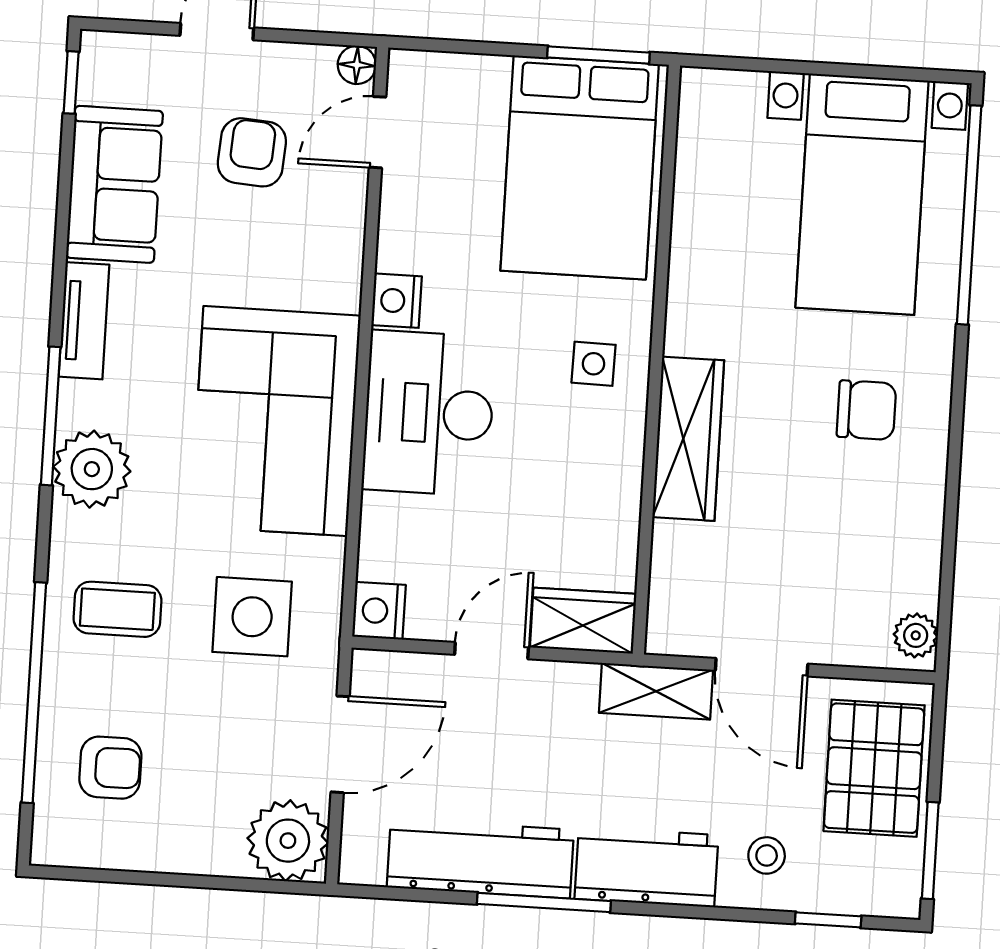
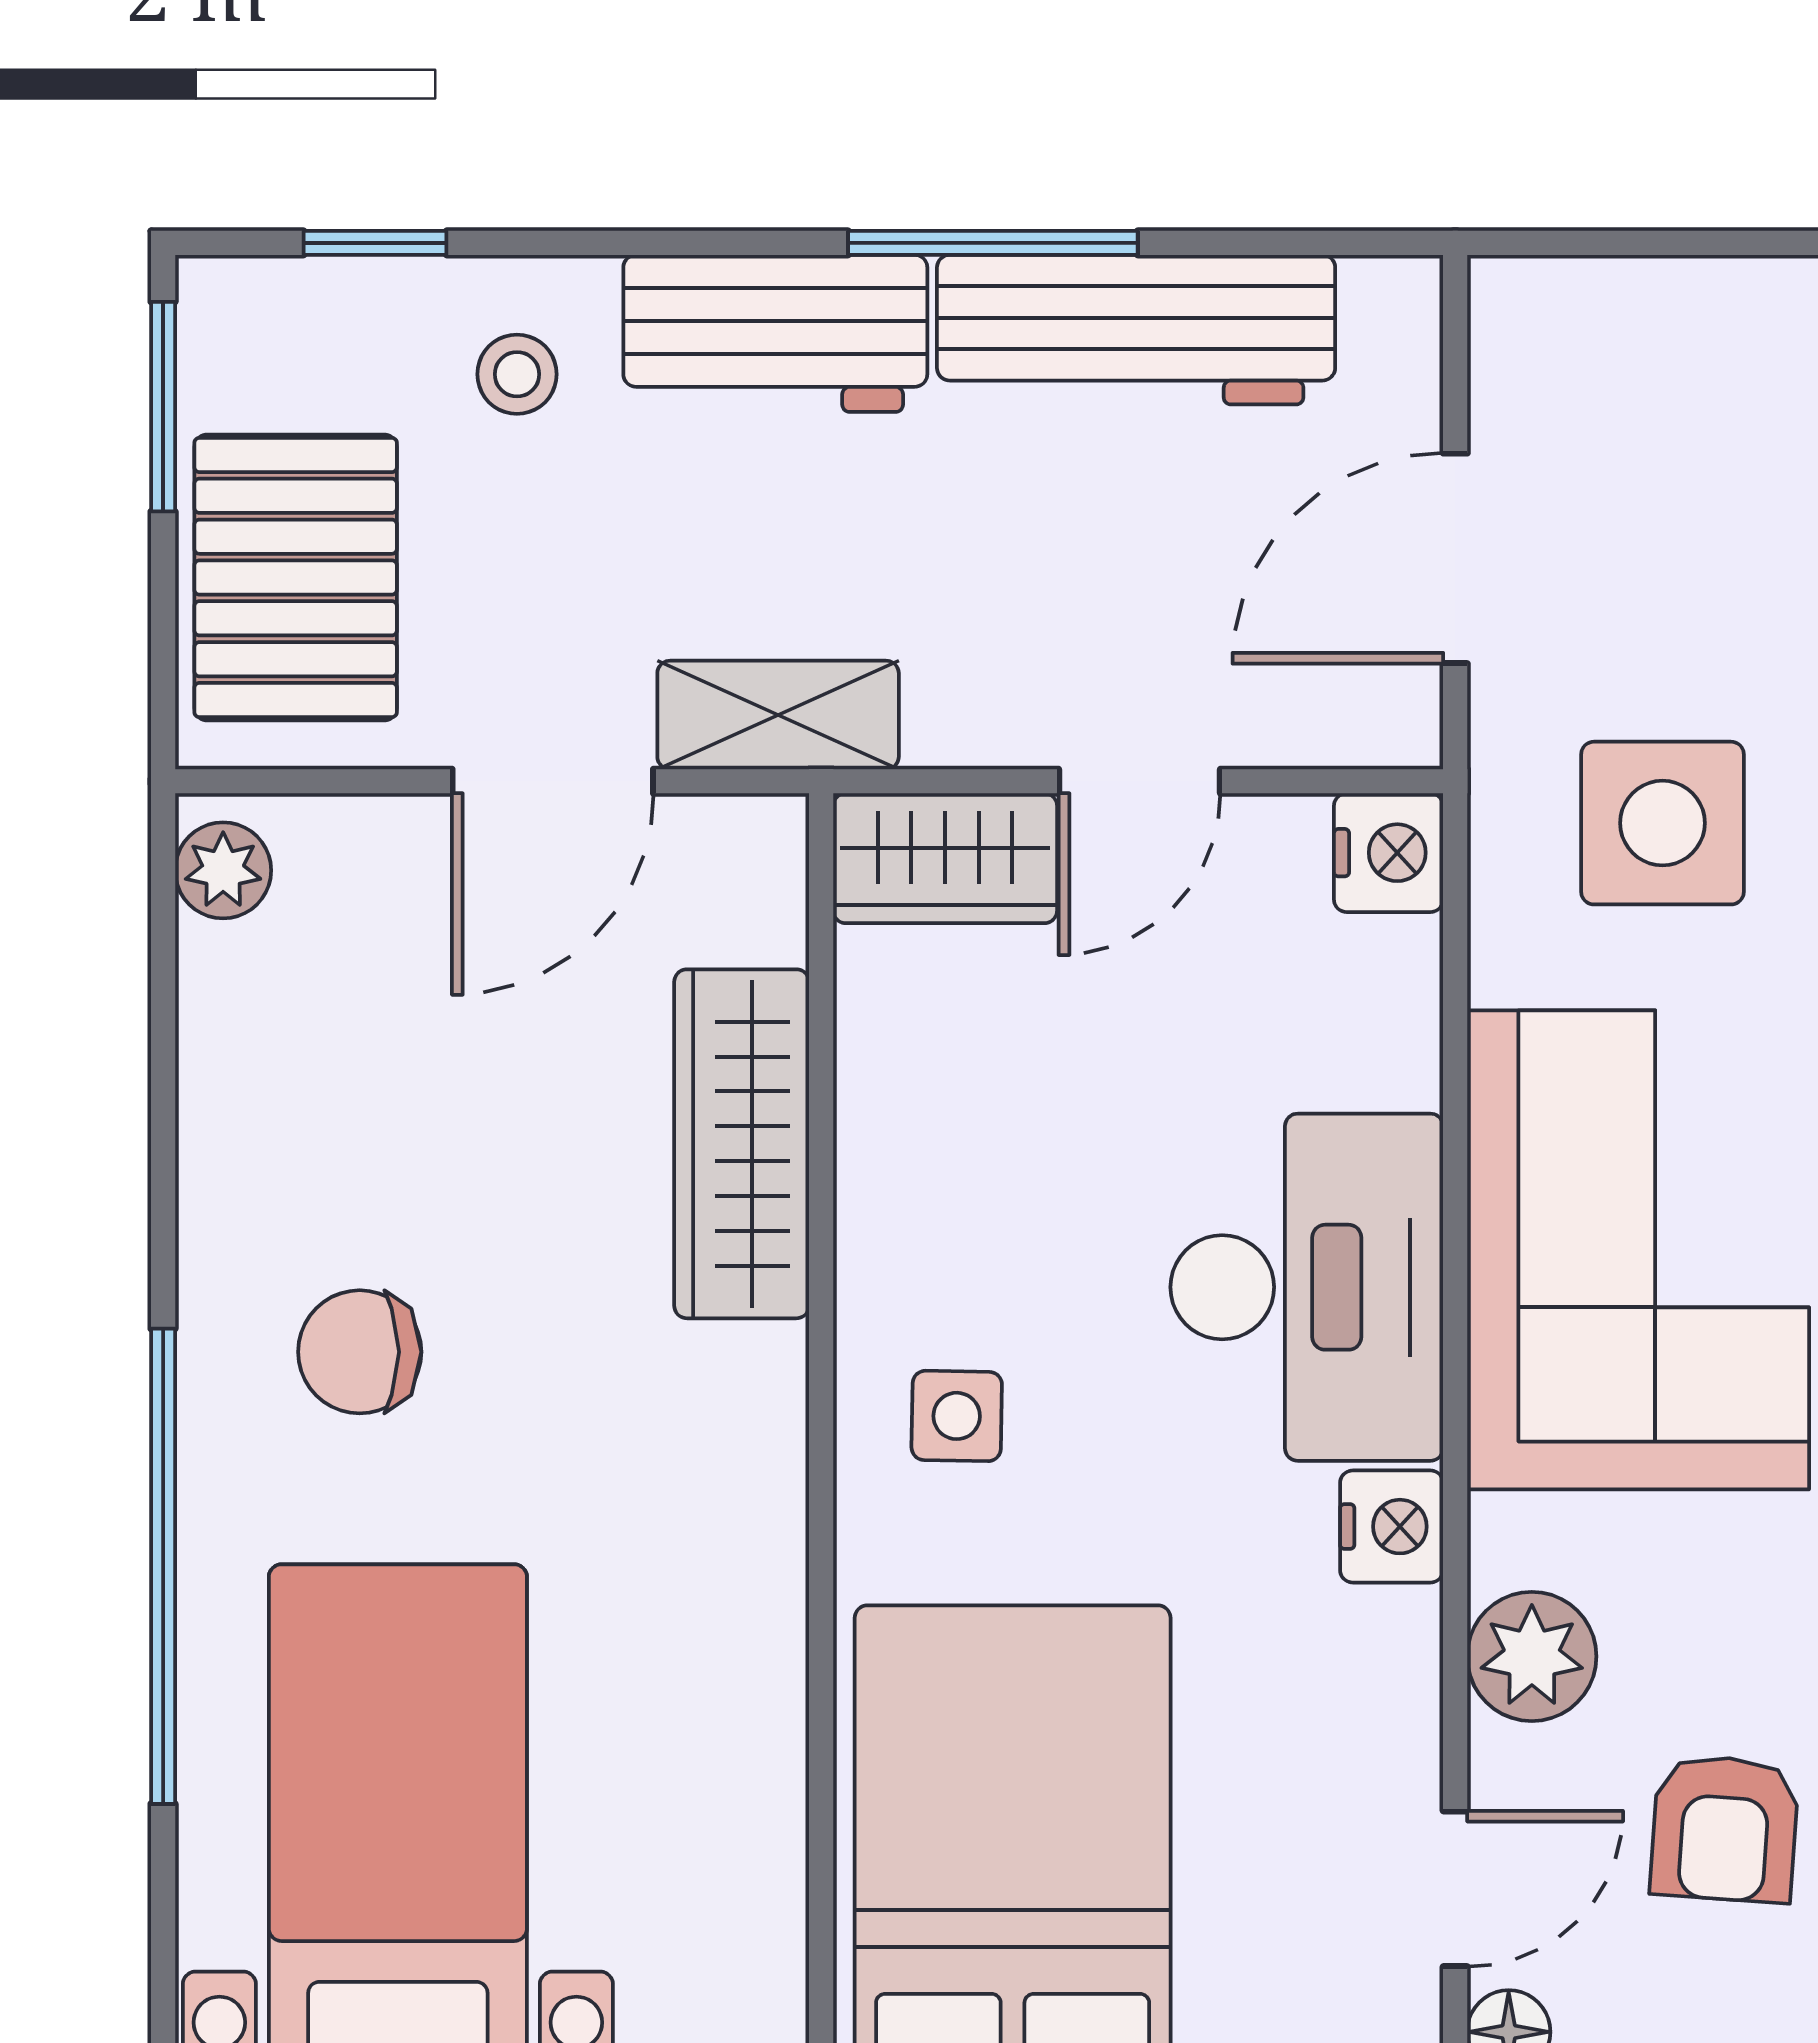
window: (969, 215) -> (163, 1566), moved
wardrobe: (688, 439) -> (742, 1144), moved
door: (762, 667) -> (553, 781), swing flipped
plant: (288, 841) -> (1532, 1656), moved, width x0.73, depth x0.73

